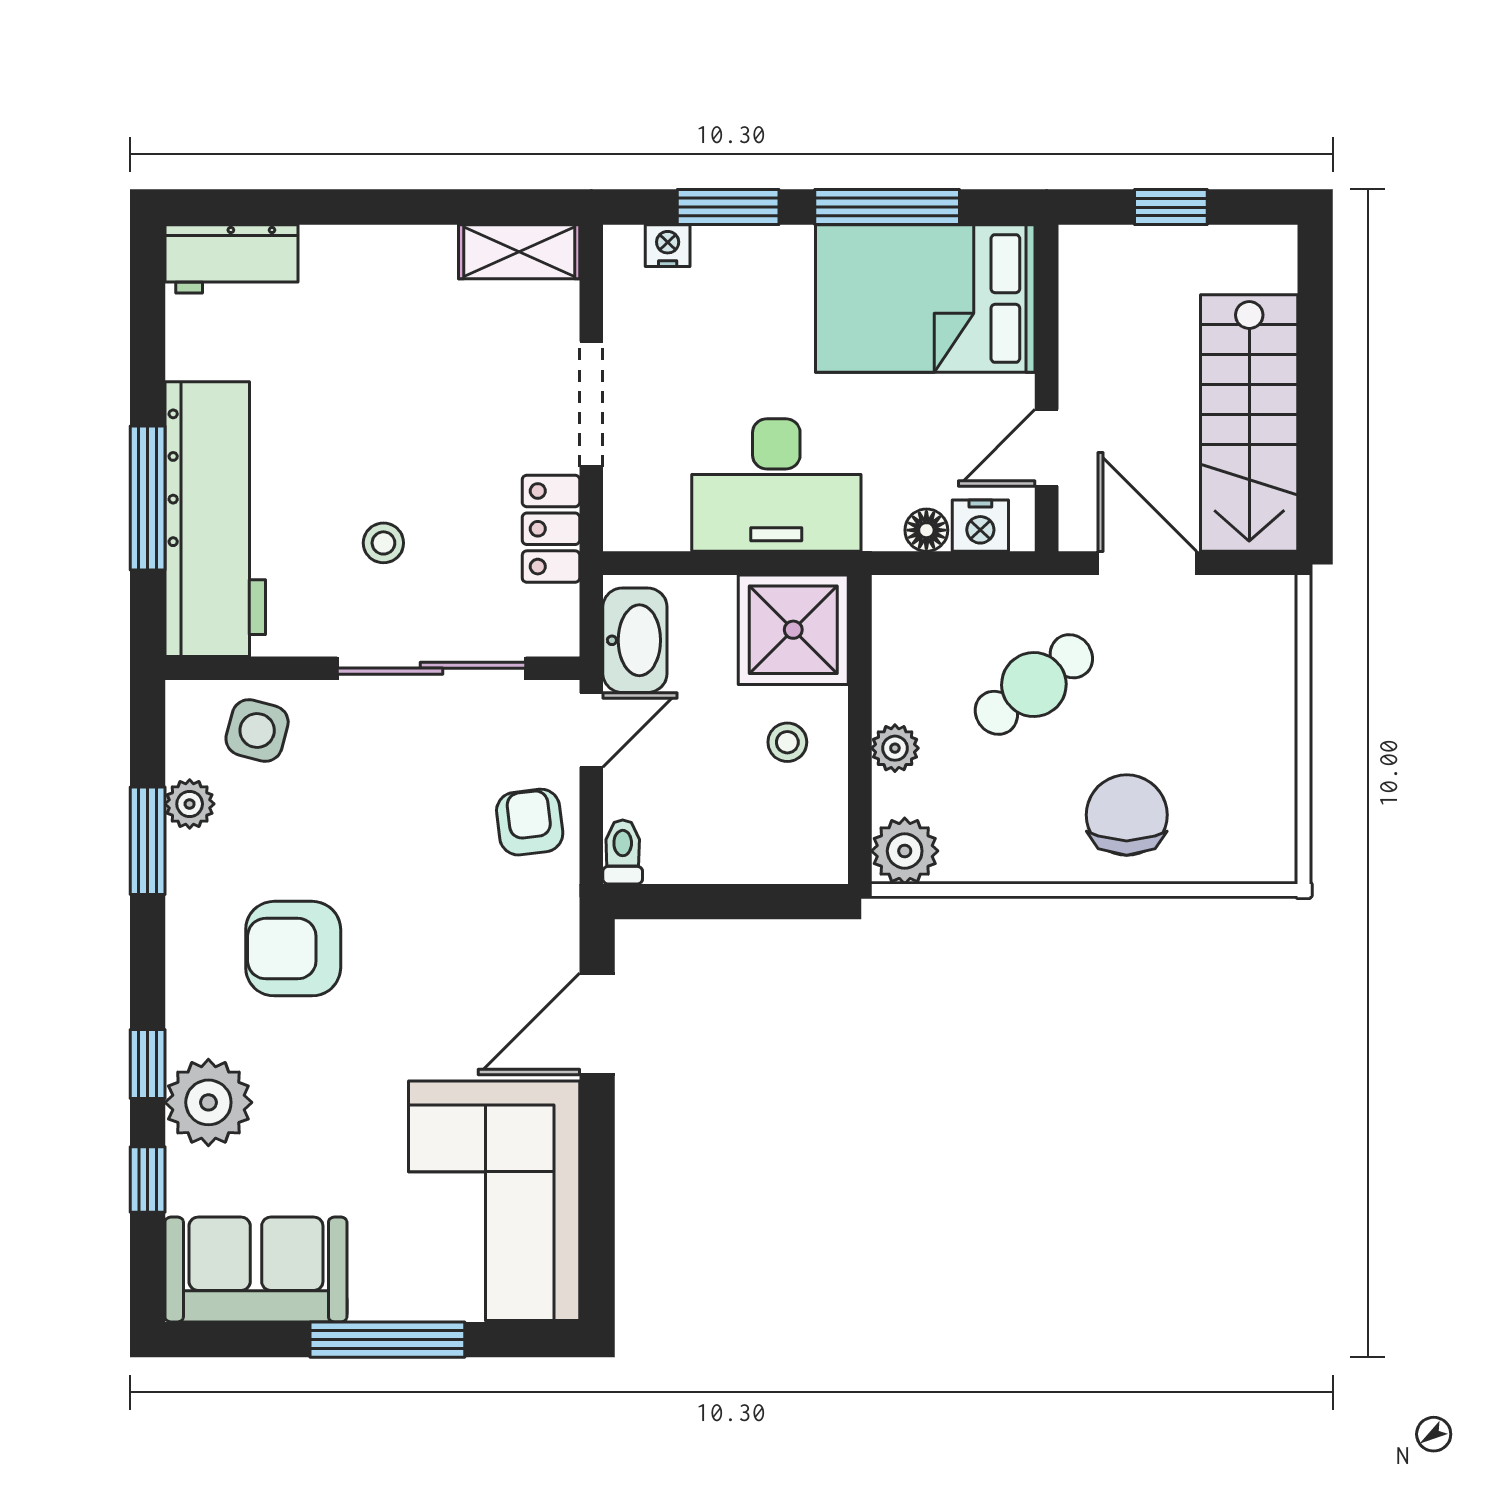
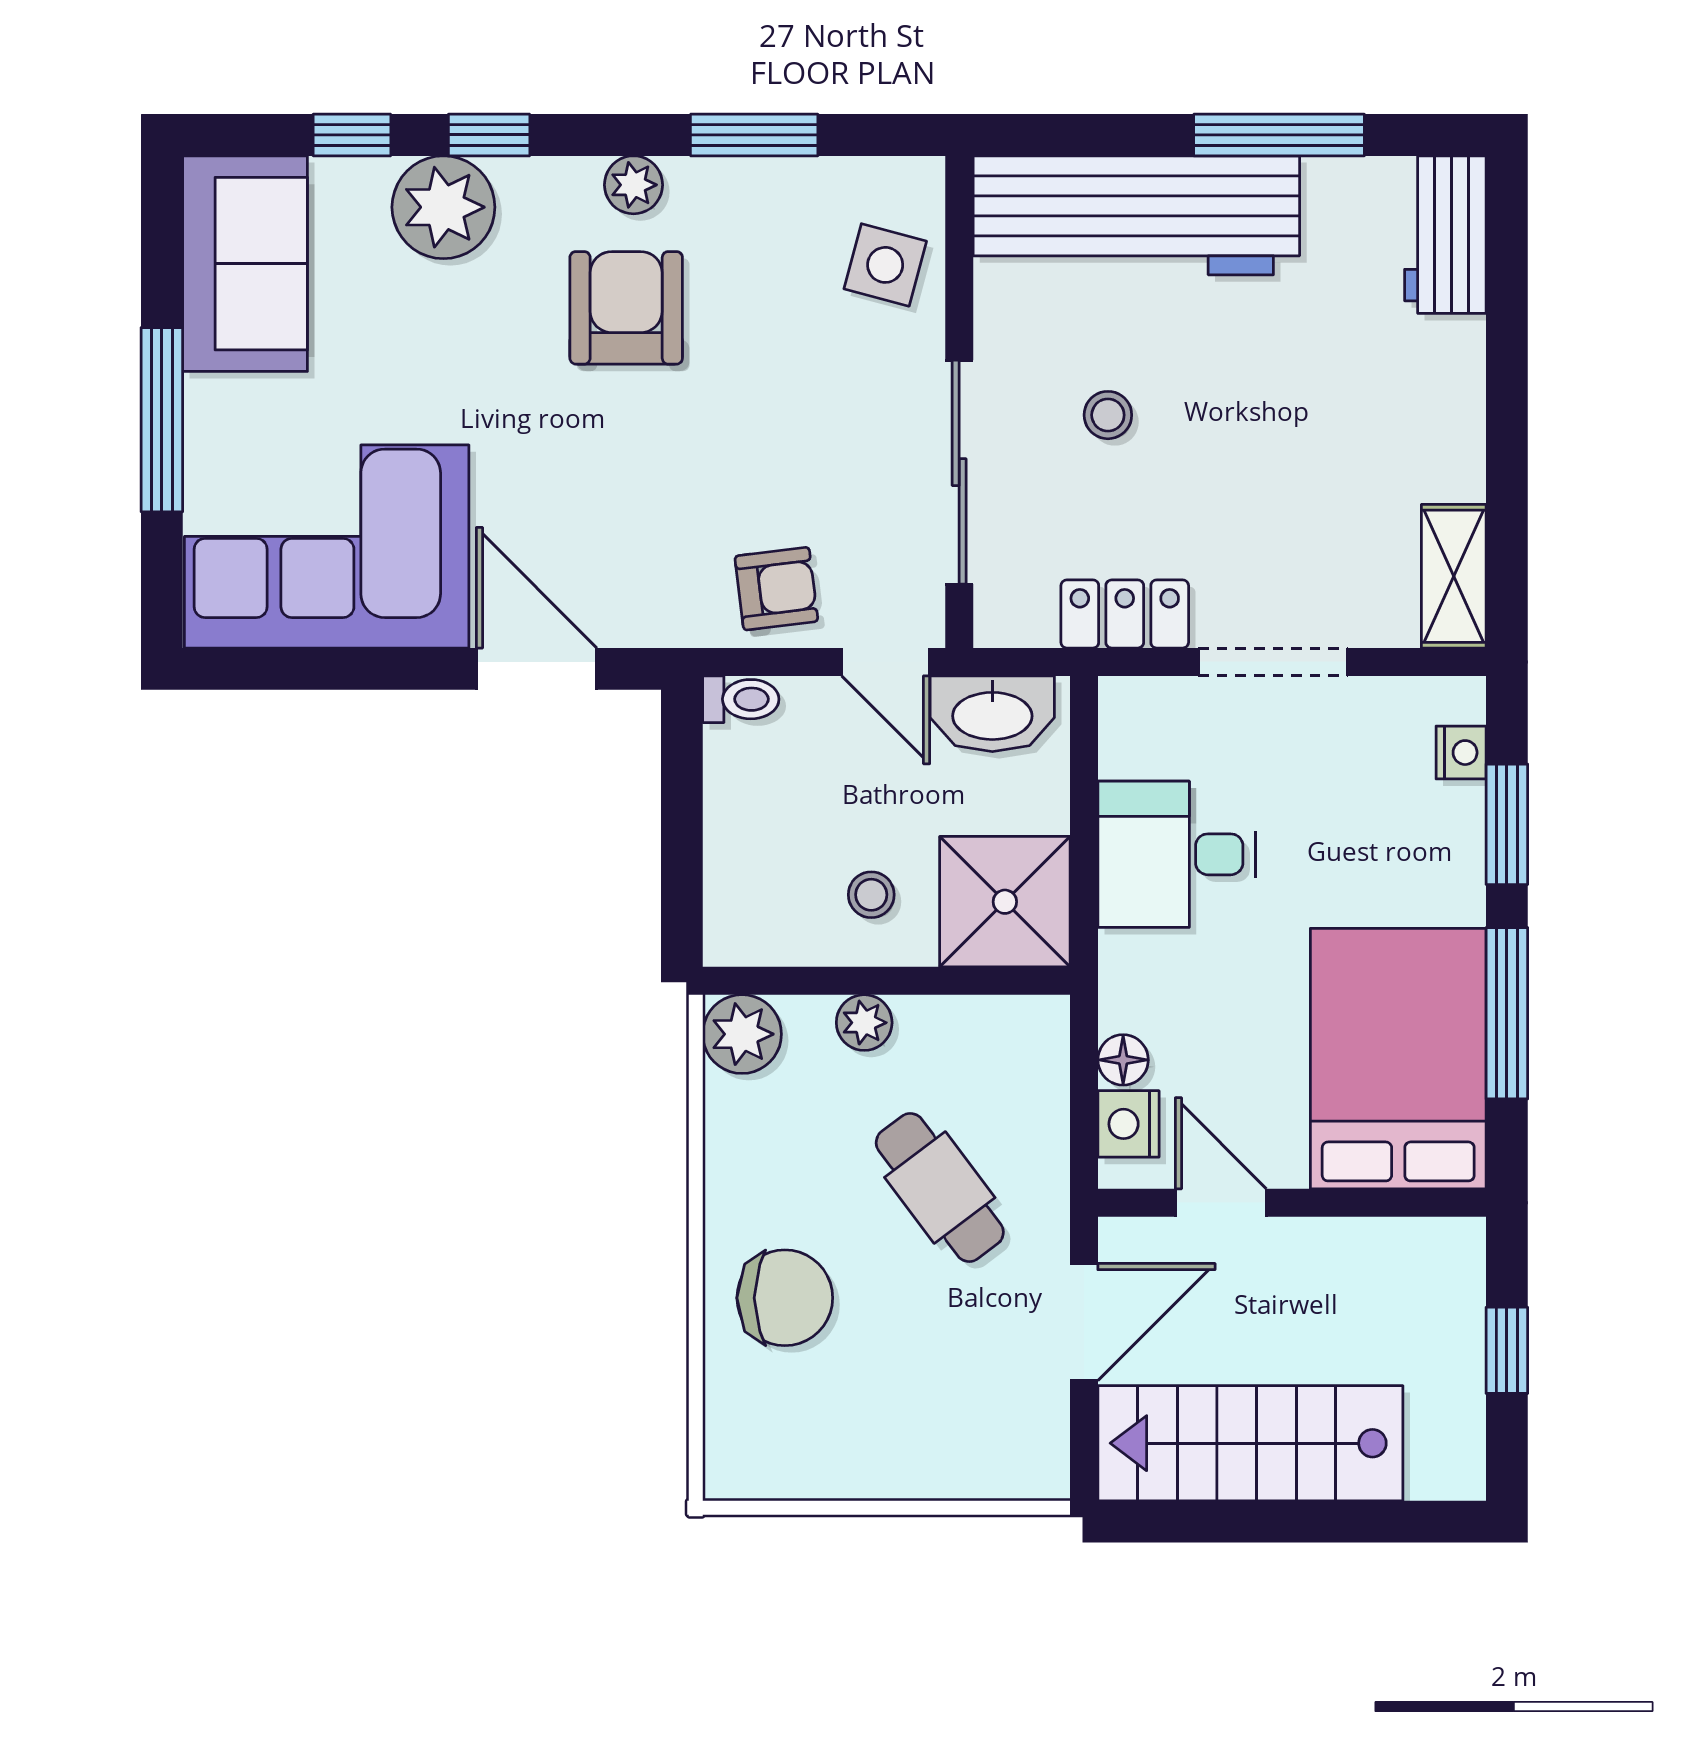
desk: (776, 485) -> (1177, 854), width x0.73
window: (148, 498) -> (1279, 135), moved
plant: (190, 804) -> (634, 185), moved

